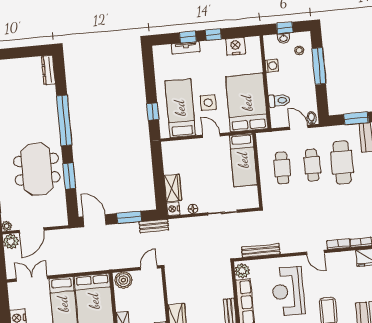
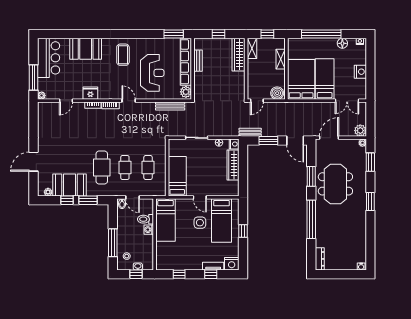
window: (213, 35) -> (179, 274), moved
nightstand: (235, 46) -> (232, 264), moved
washing machine: (272, 66) -> (149, 230), moved
bed: (247, 103) -> (166, 220), width x0.67
window: (153, 112) -> (243, 231), moved
wardrobe: (173, 188) -> (233, 165), width x1.50
door: (32, 230) -> (329, 138), moved

